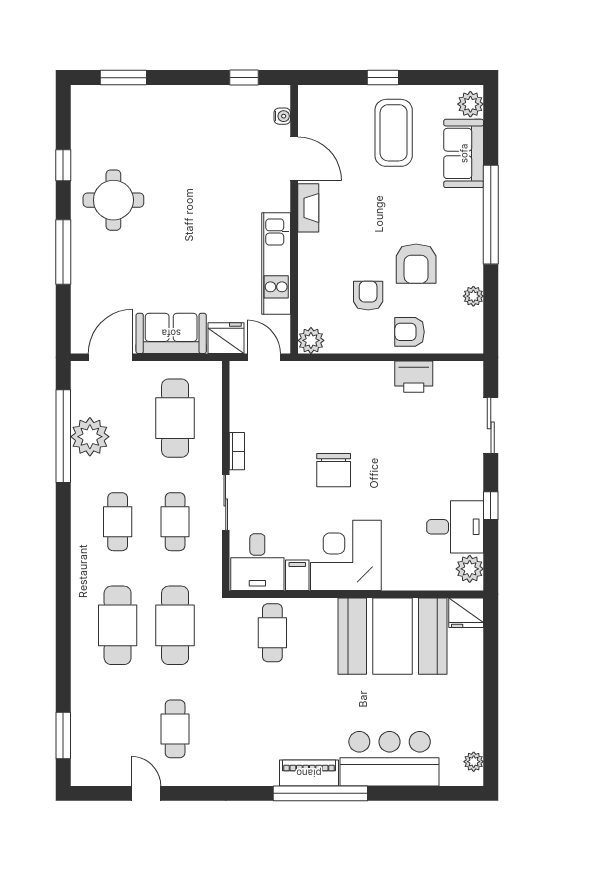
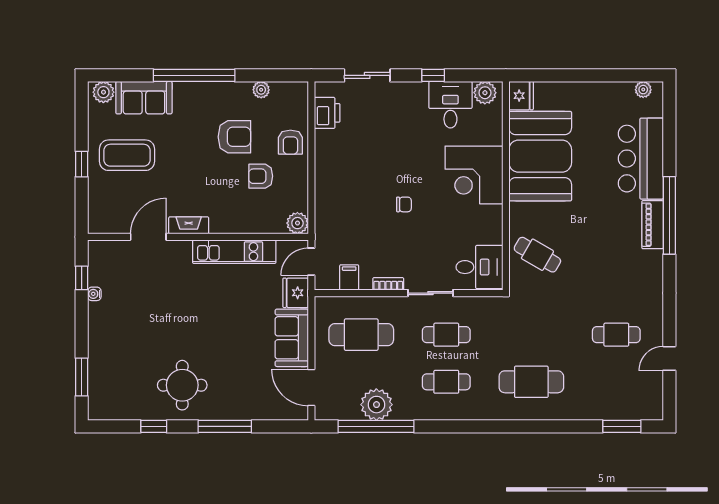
water cooler: (282, 116) -> (94, 294), moved, turned -90
printer: (414, 377) -> (327, 113), moved
chair: (334, 470) -> (404, 204), width x0.54, depth x0.54
corner desk: (346, 555) -> (474, 175), moved
filing cabinet: (297, 575) -> (349, 277), moved, turned 90
cafe table: (175, 625) -> (531, 335), removed
cafe table: (272, 633) -> (537, 255), turned 30

